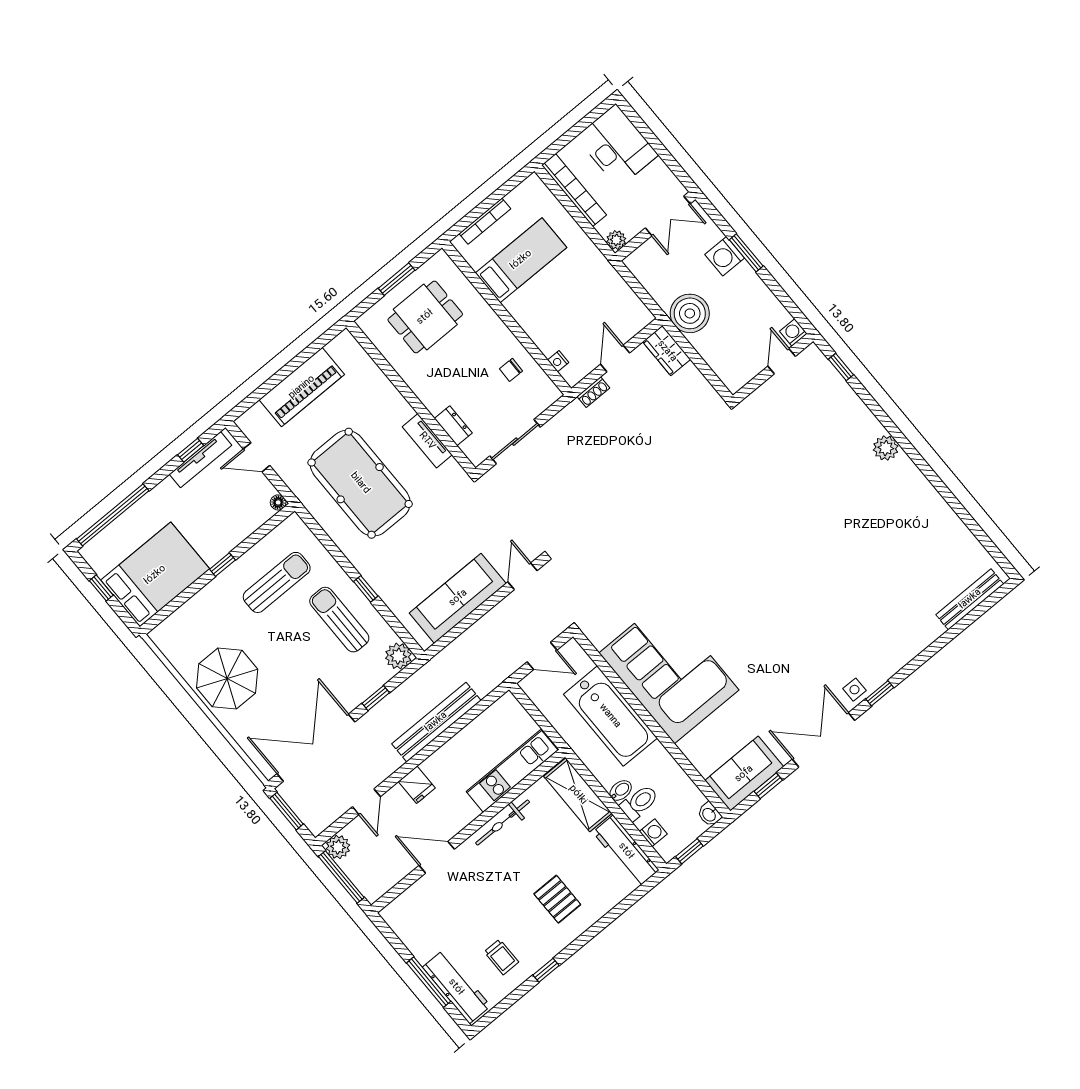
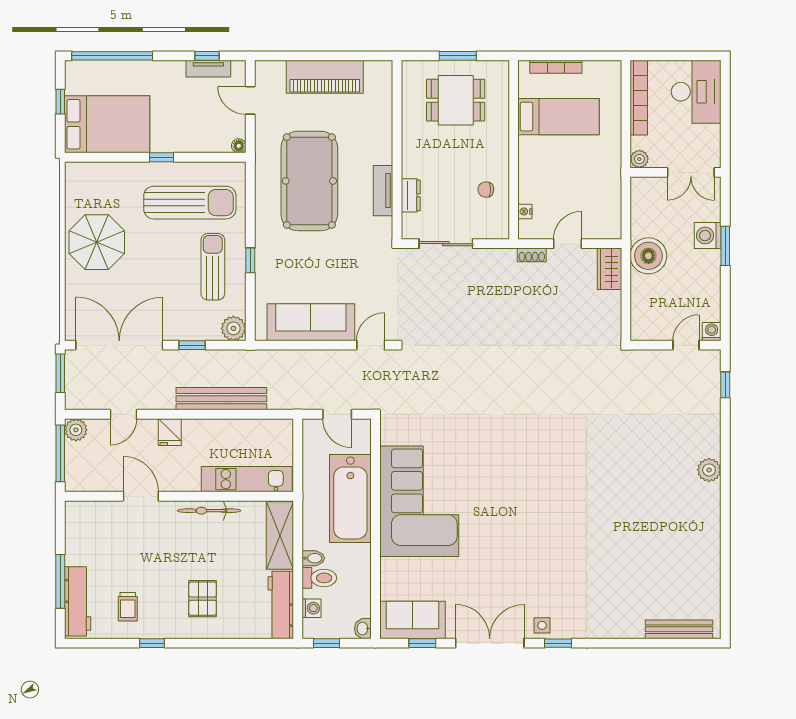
tv unit: (200, 460) -> (208, 69), width x0.71
sun lounger: (277, 582) -> (190, 203), width x1.36, depth x1.34

